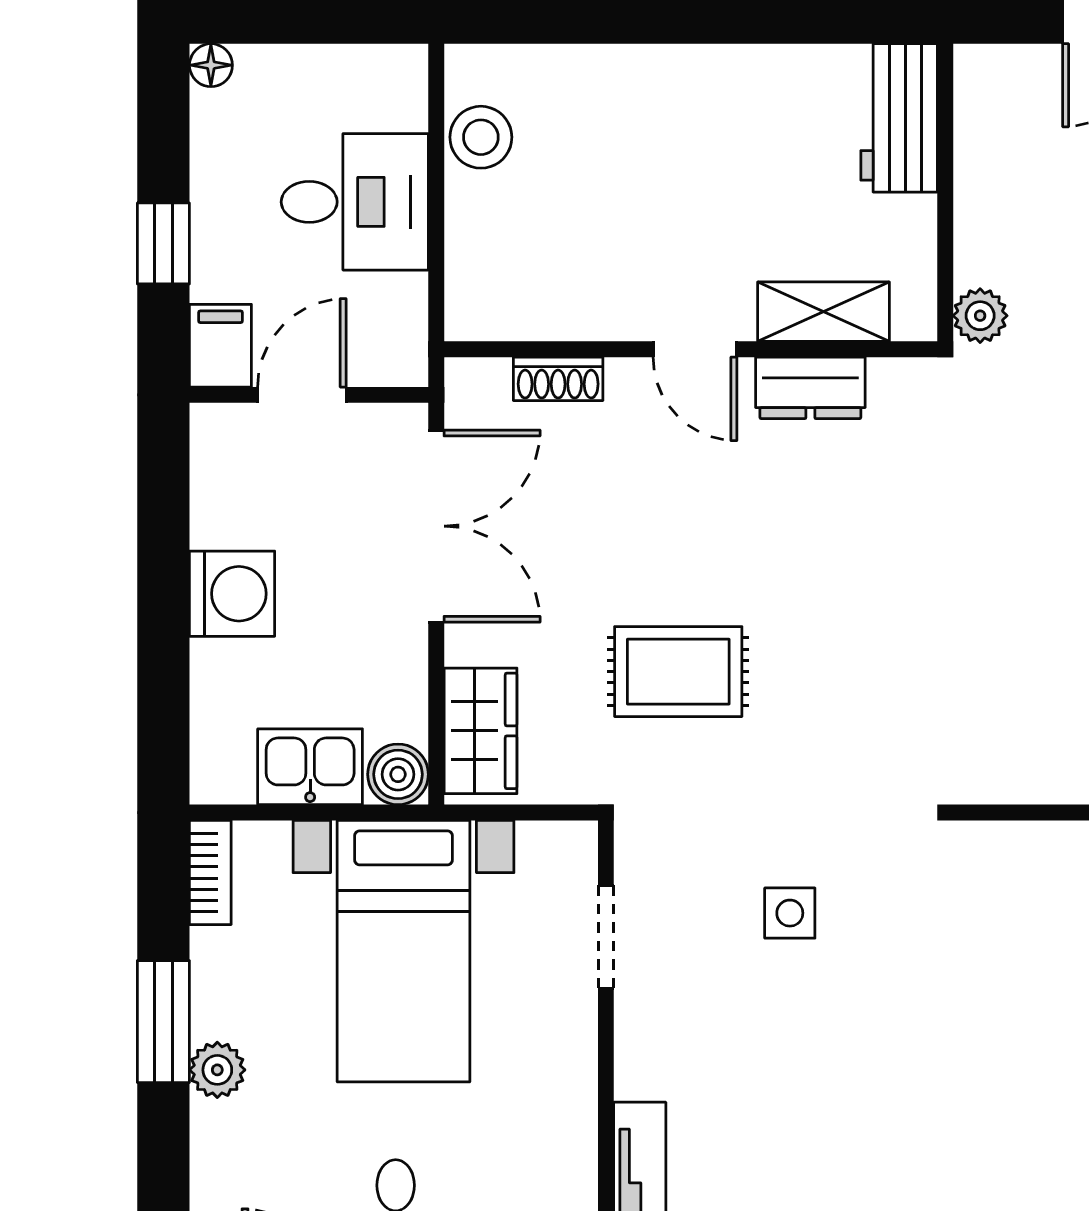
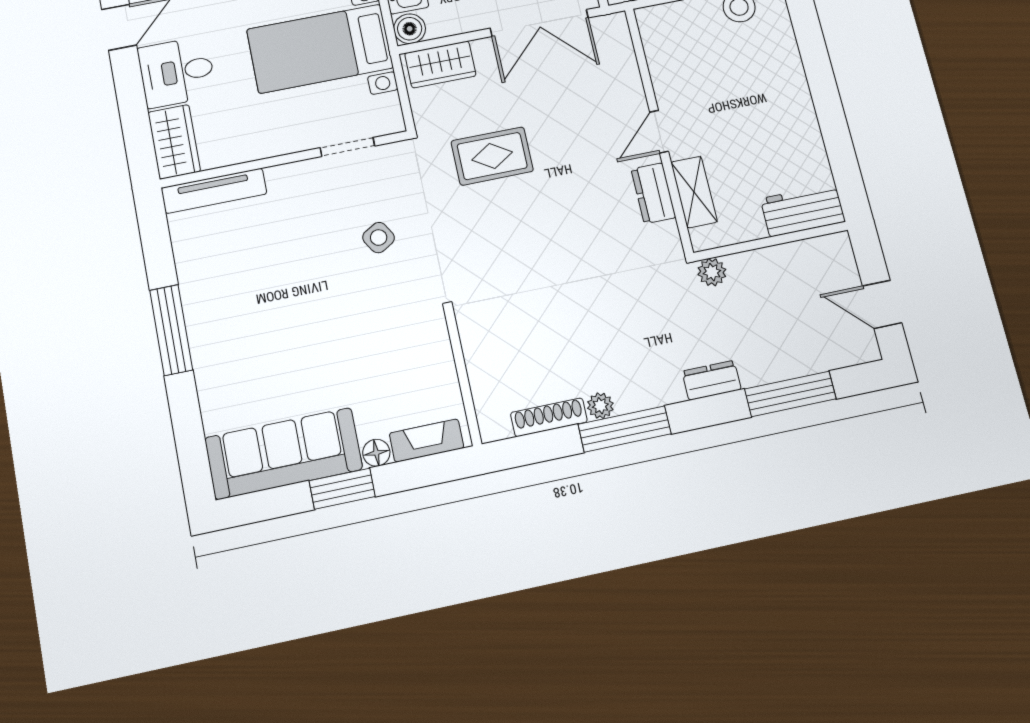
shoe rack: (558, 379) -> (628, 68), removed
rug: (678, 672) -> (492, 156), turned 90
side table: (790, 913) -> (379, 238), turned -31

